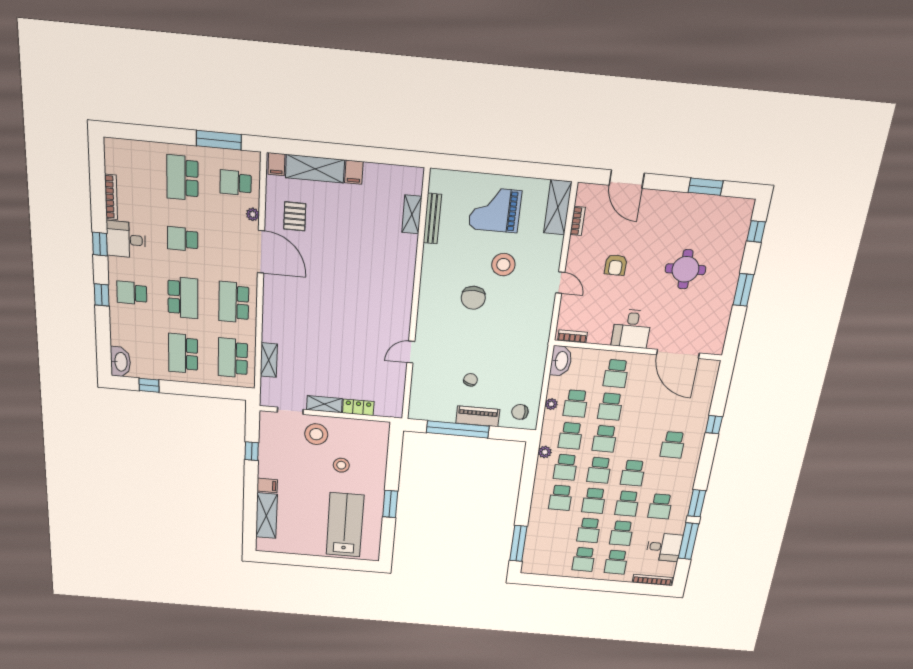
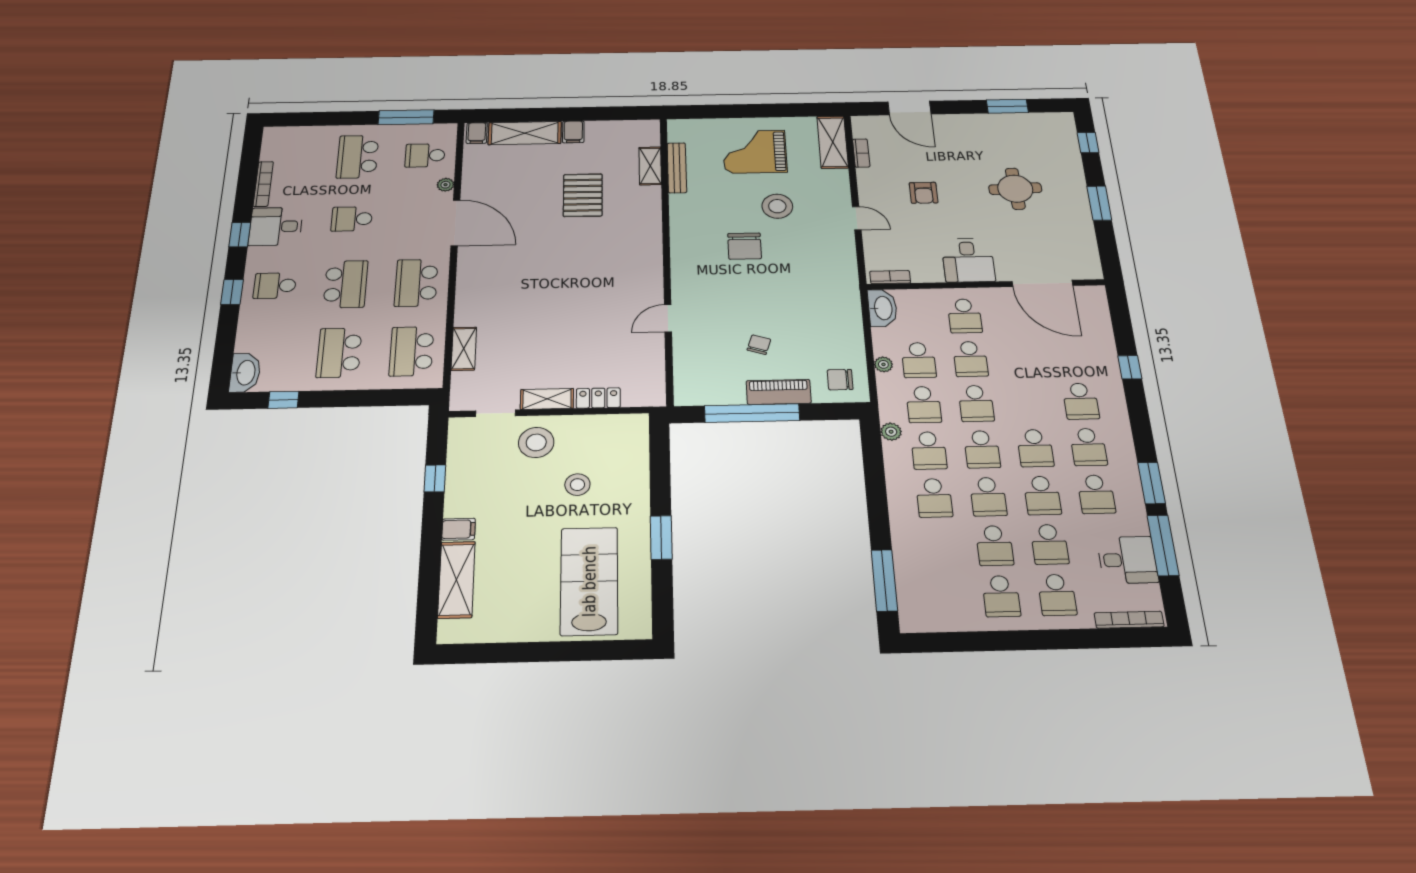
pallet: (295, 216) -> (583, 195), moved, width x1.50, depth x1.42
school desk: (666, 476) -> (1088, 447), added

